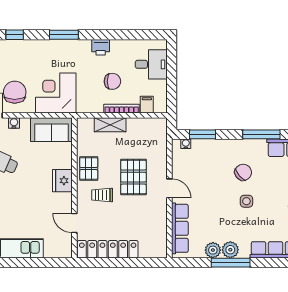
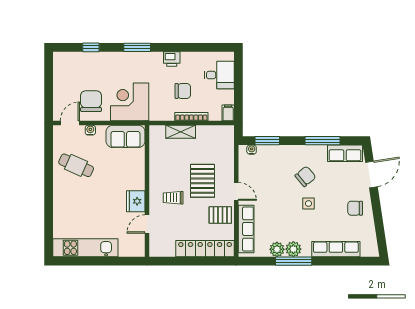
filing cabinet: (147, 105) -> (228, 113), moved
pallet: (89, 169) -> (220, 215), moved, turned 90
fridge: (62, 181) -> (136, 201), moved
door: (74, 223) -> (147, 224), hinge flipped
locker: (108, 249) -> (205, 249), moved

